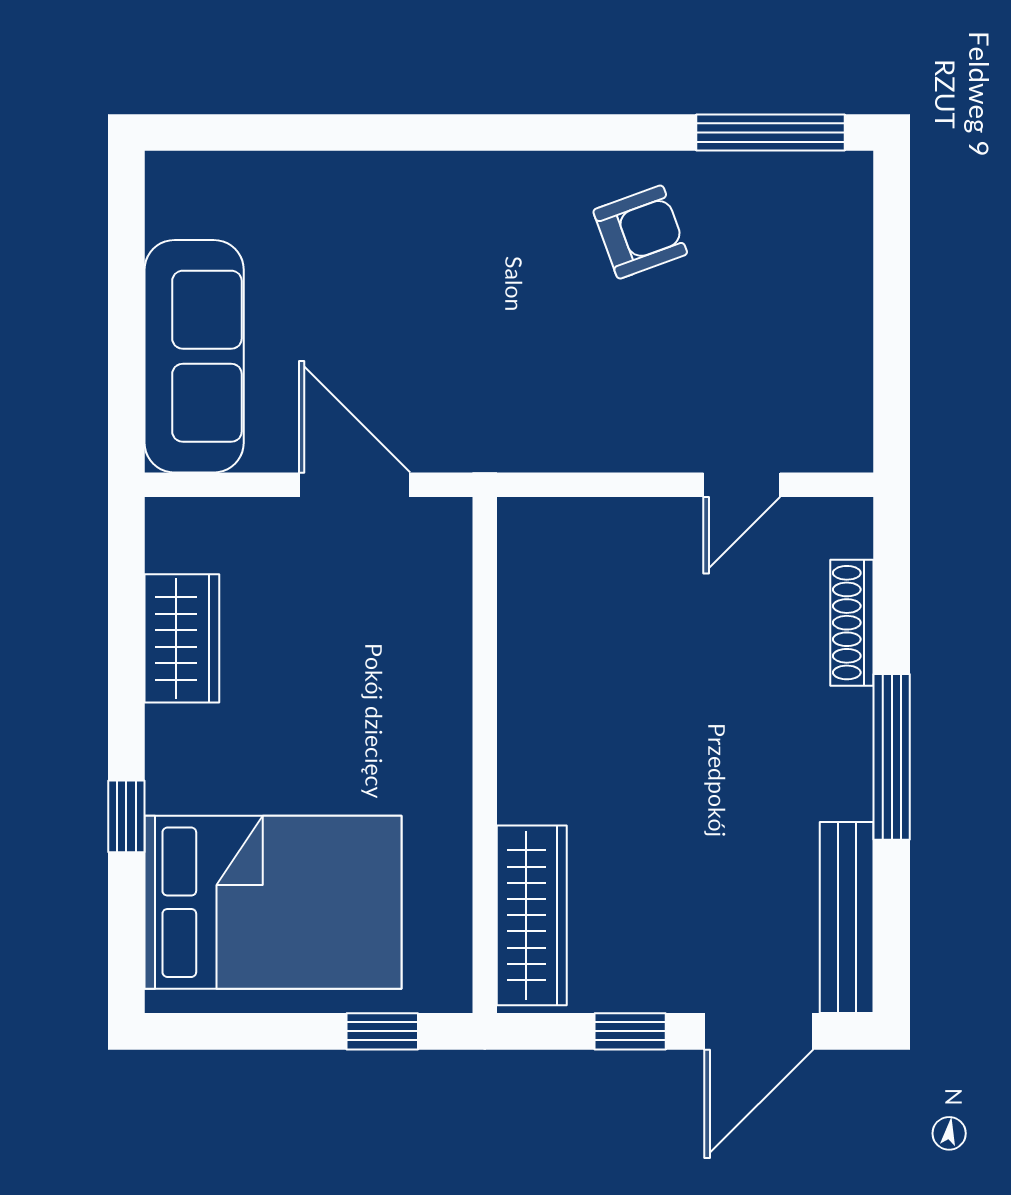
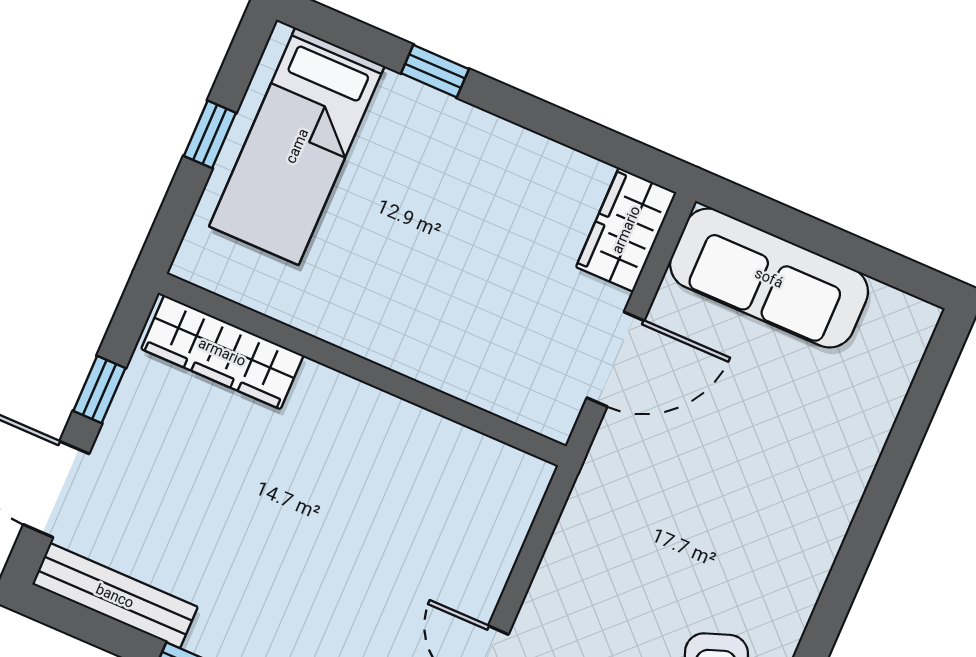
wardrobe: (182, 638) -> (626, 230), moved, turned 90
bed: (273, 902) -> (297, 146), width x0.67
window: (382, 1031) -> (210, 134), moved

